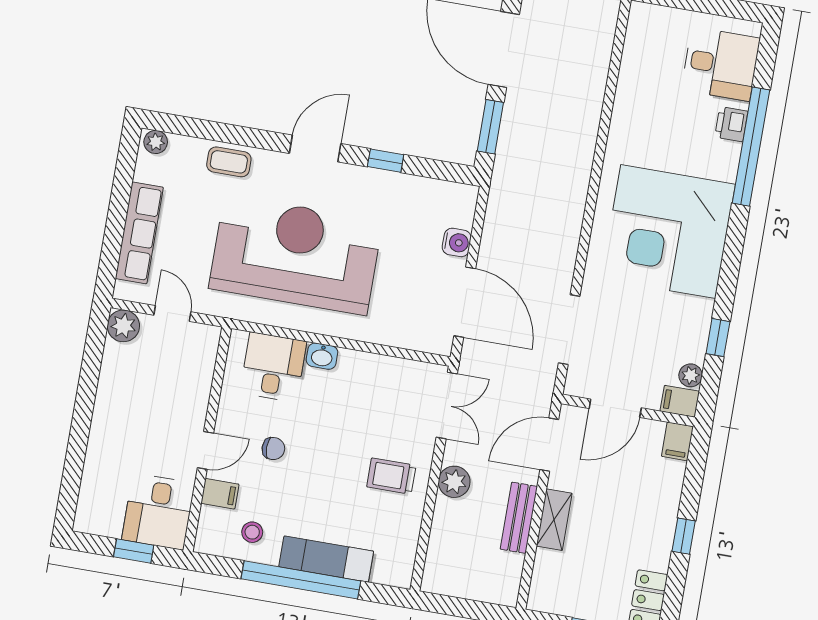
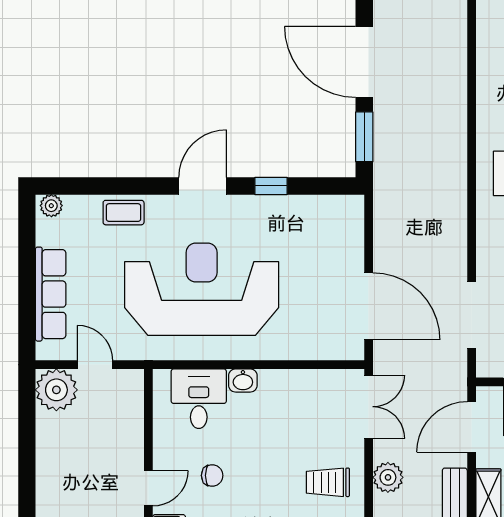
water cooler: (457, 242) -> (351, 251), removed
plant: (123, 326) -> (56, 390), width x1.36, depth x1.36

